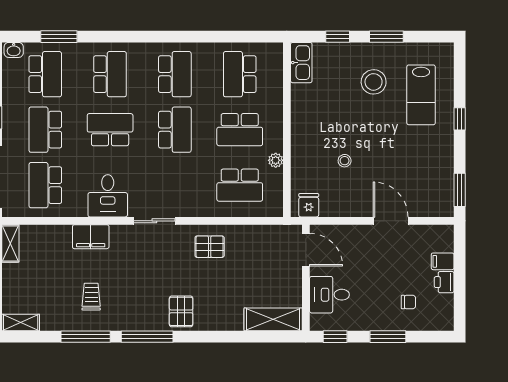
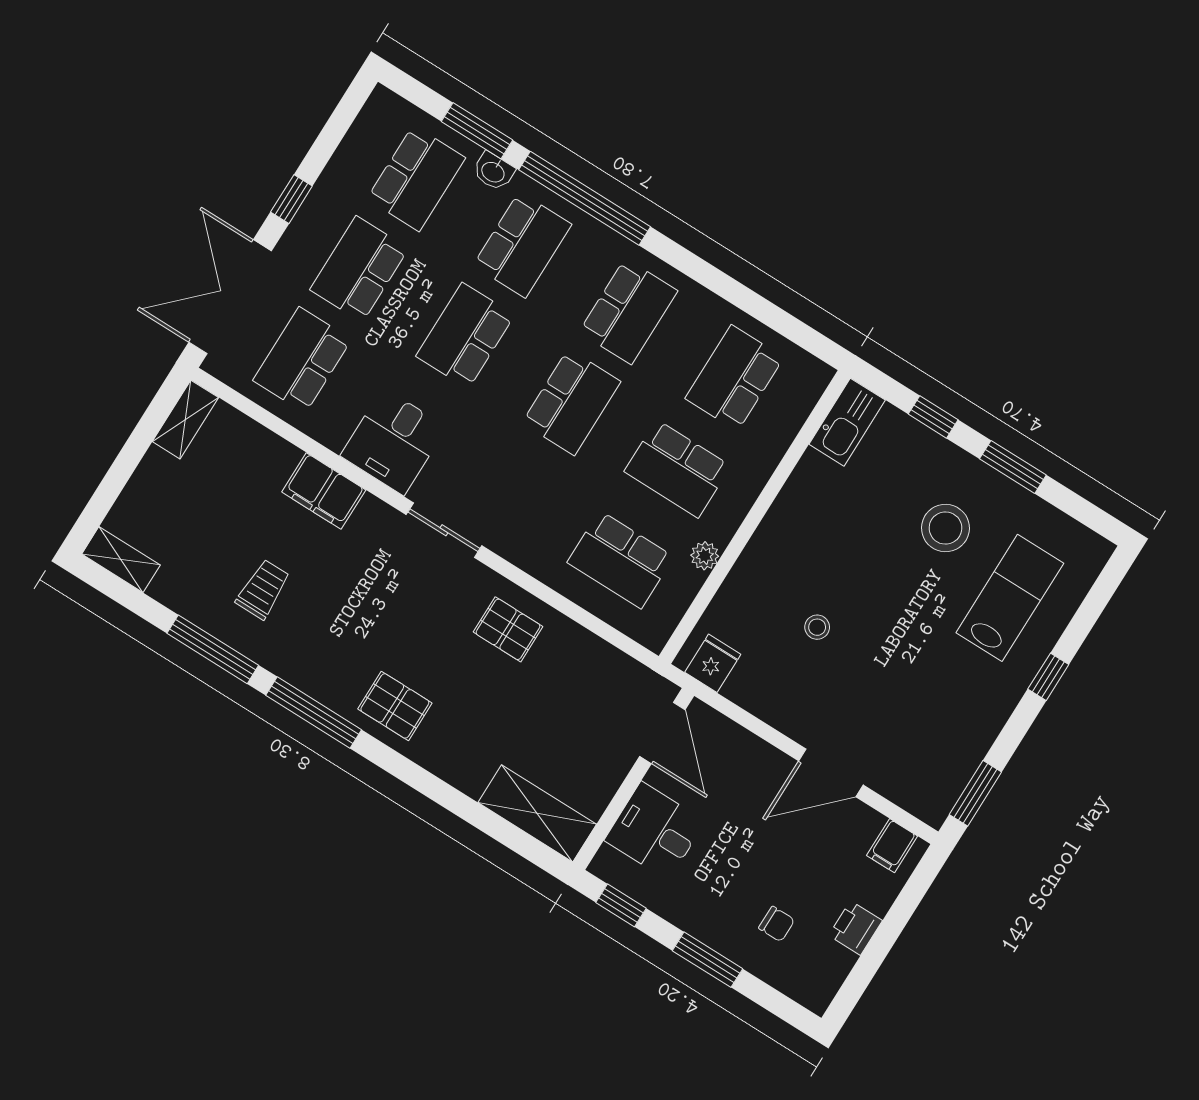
window: (125, 37) -> (585, 198), added
washbasin: (14, 50) -> (493, 171), moved
lab bench: (421, 95) -> (1010, 598), turned 180
school desk: (110, 130) -> (465, 336), turned -90
door: (391, 221) -> (831, 773), swing flipped
filing cabinet: (443, 261) -> (892, 846), moved, turned -90
pallet: (181, 311) -> (395, 706), turned 90

